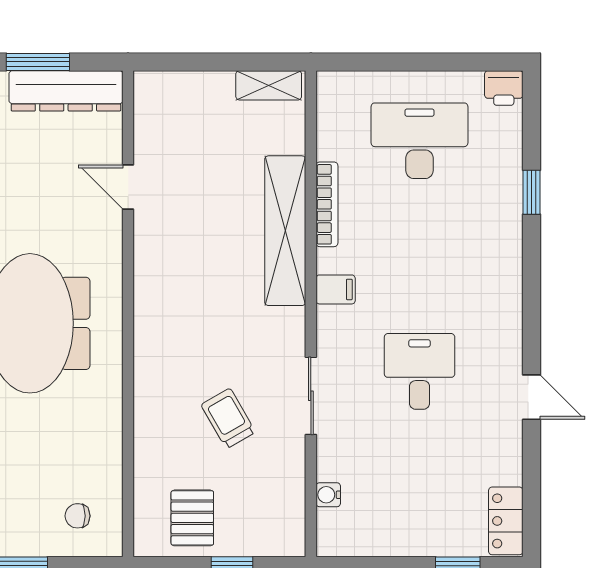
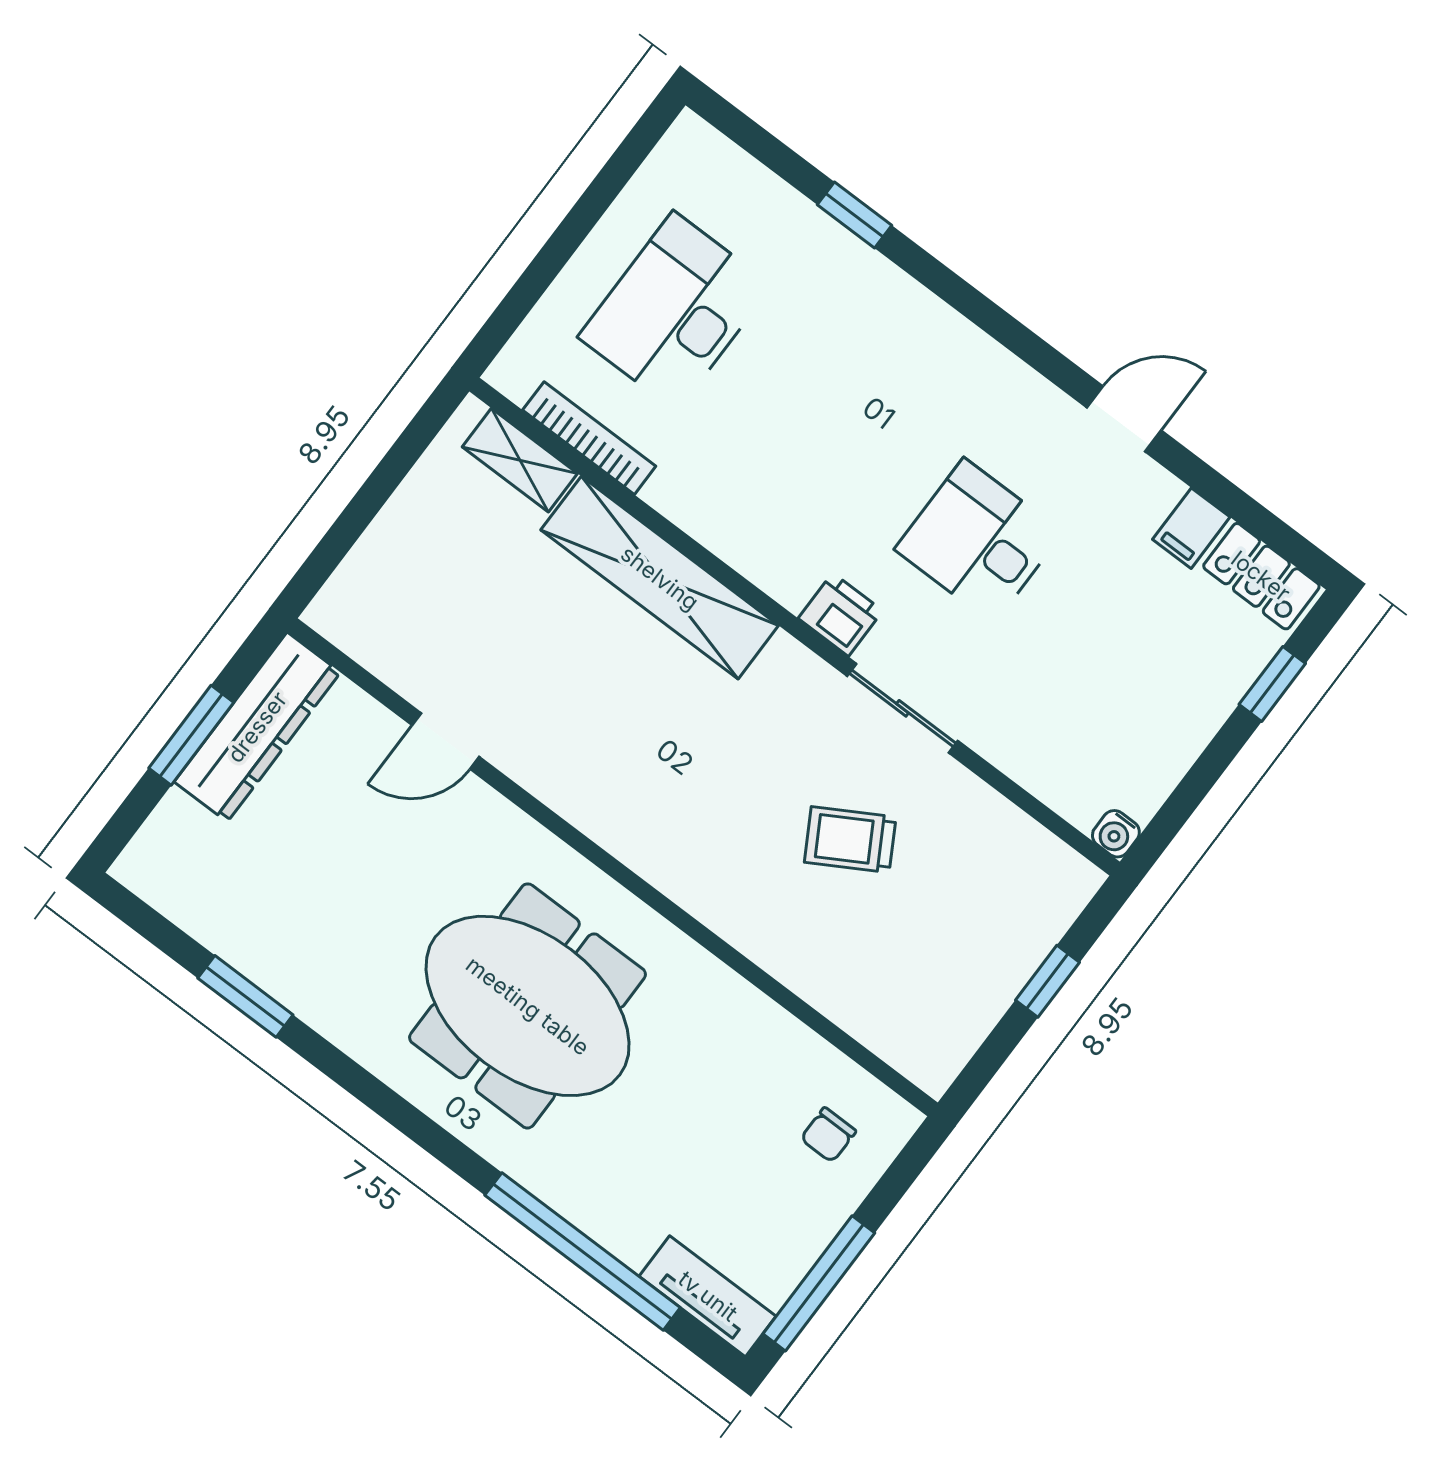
shelving: (269, 85) -> (520, 460), moved, turned 90
printer: (504, 88) -> (841, 615), moved, turned -90
bookcase: (327, 204) -> (589, 438), moved
filing cabinet: (336, 289) -> (1191, 528), moved, turned 180
water cooler: (328, 495) -> (1116, 834), moved
pallet: (192, 518) -> (945, 986), removed

